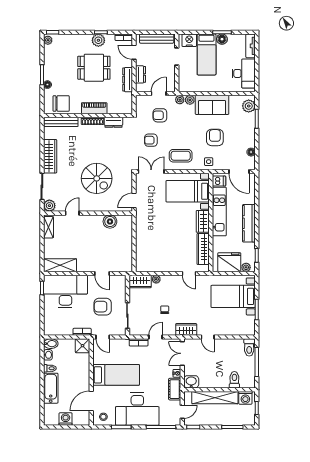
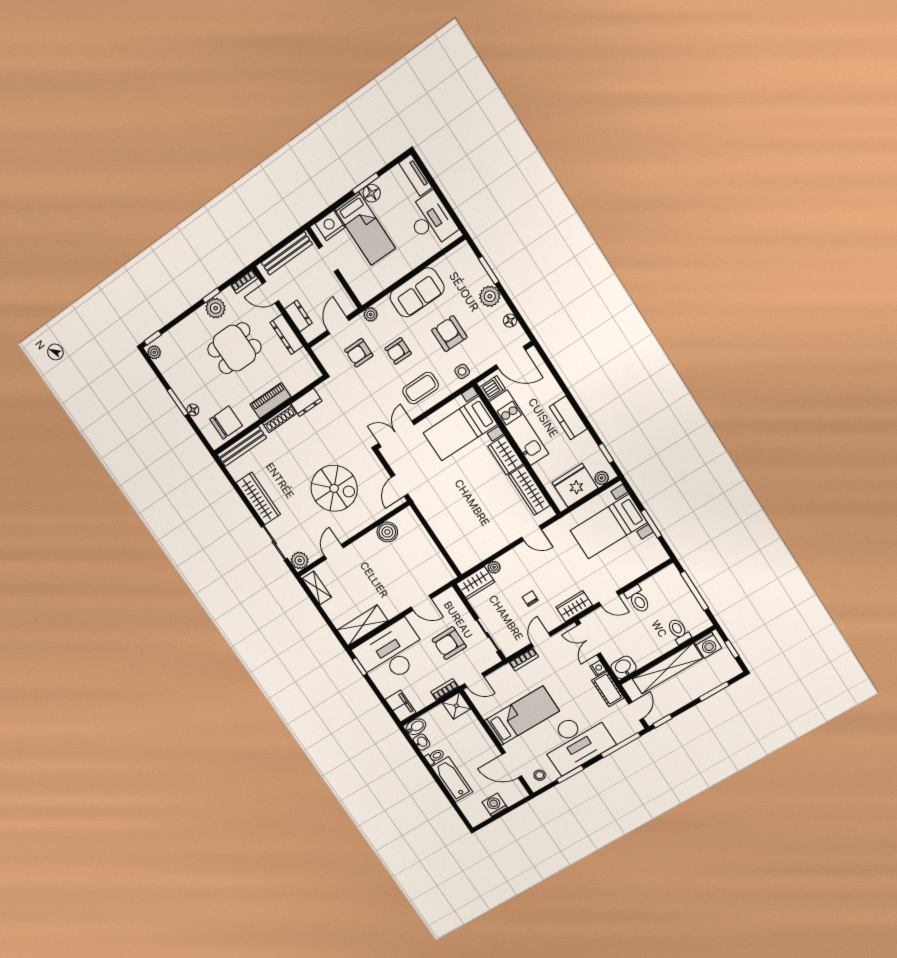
plant: (190, 100) -> (384, 306), removed
plant: (249, 106) -> (490, 296), moved
armchair: (151, 140) -> (398, 351), moved
kitchen counter: (249, 223) -> (568, 418), width x0.67
filing cabinet: (50, 326) -> (400, 706), added
toilet: (249, 347) -> (638, 599), moved
door: (91, 401) -> (512, 765), hinge flipped

